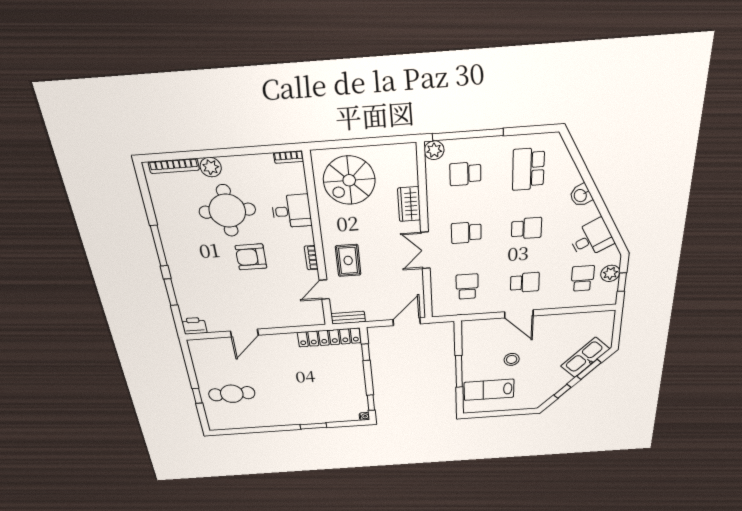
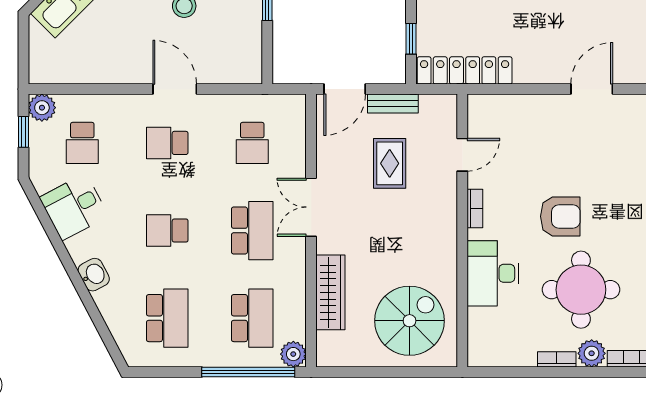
bookcase: (289, 157) -> (557, 359), moved
school desk: (465, 174) -> (252, 318), width x1.85
wardrobe: (409, 204) -> (330, 292), width x1.50
desk: (292, 211) -> (493, 273), width x1.37
school desk: (466, 233) -> (252, 231), width x1.85
double door: (425, 250) -> (311, 207), swing flipped
rug: (348, 260) -> (390, 163), moved
plant: (610, 273) -> (42, 108), moved
bench: (348, 318) -> (393, 104), moved

